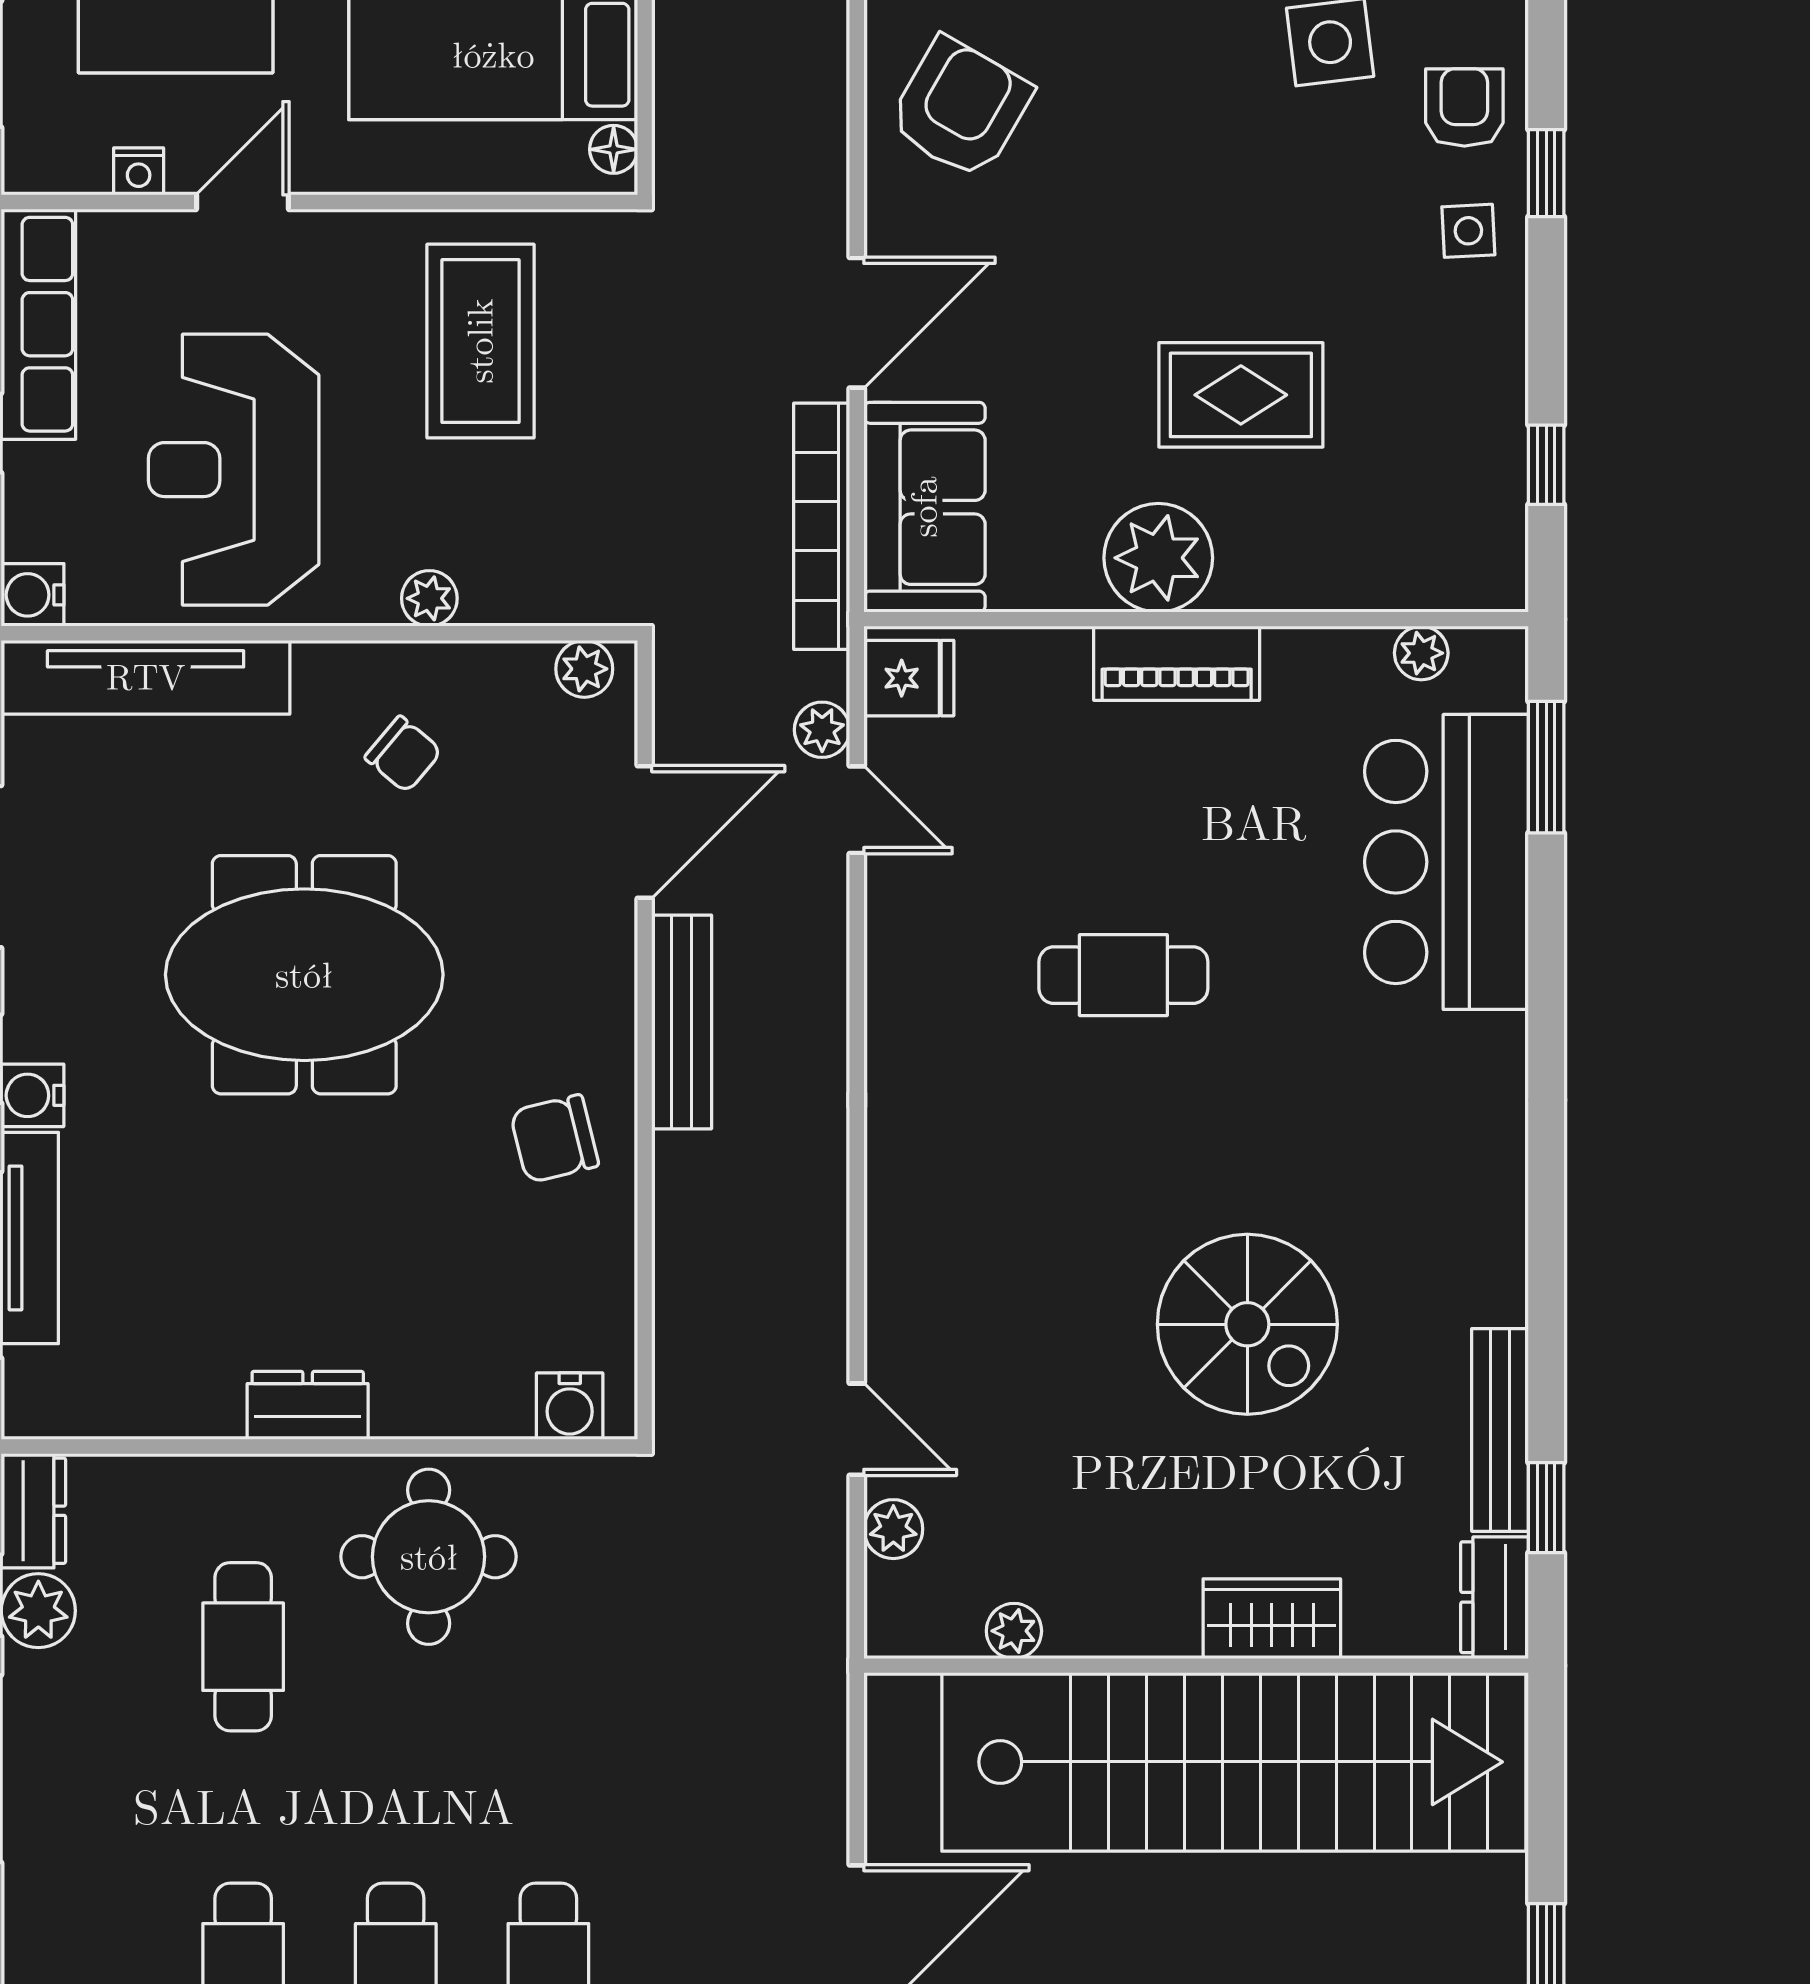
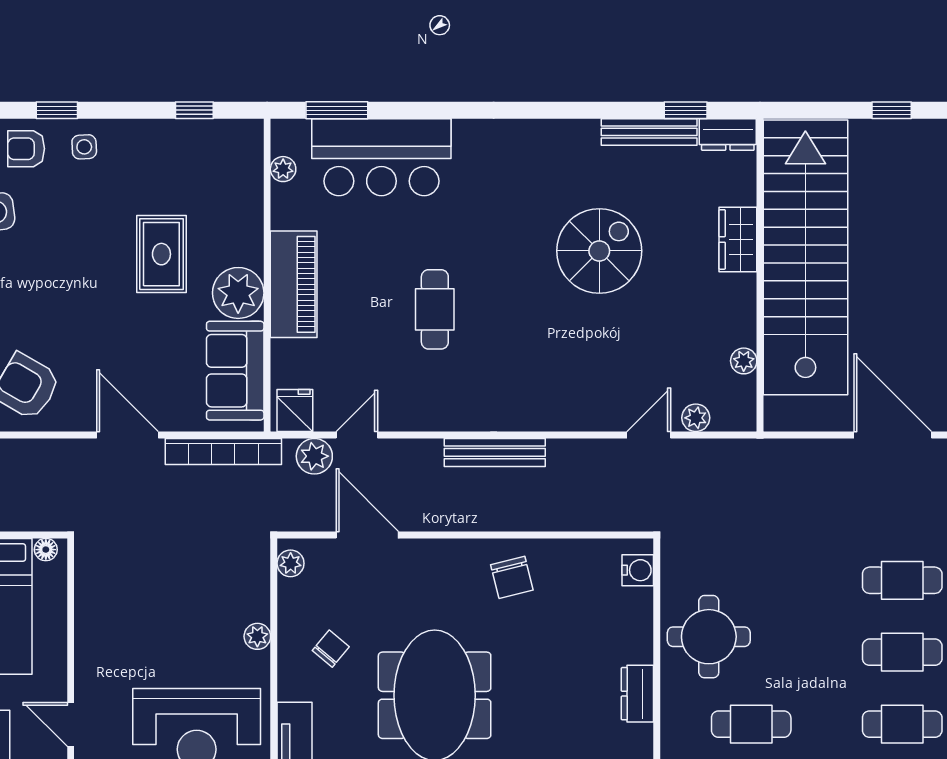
coffee table: (480, 341) -> (136, 612), removed
sofa: (924, 507) -> (235, 371), moved, turned -90
piano: (1177, 663) -> (294, 284), width x1.37, depth x1.33
plant: (822, 730) -> (314, 456), width x1.38, depth x1.38
bench: (682, 1022) -> (495, 452), moved

